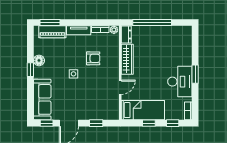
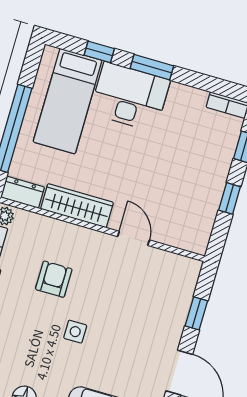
window: (195, 50) -> (99, 52), added
desk: (180, 82) -> (130, 97), moved
bed: (143, 110) -> (68, 101), moved, turned 180

